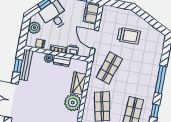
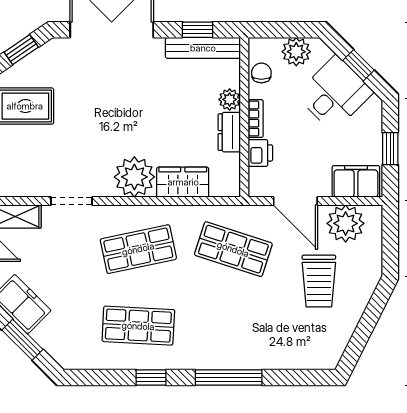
plant: (107, 21) -> (346, 223), added
door: (95, 39) -> (295, 201), swing flipped

